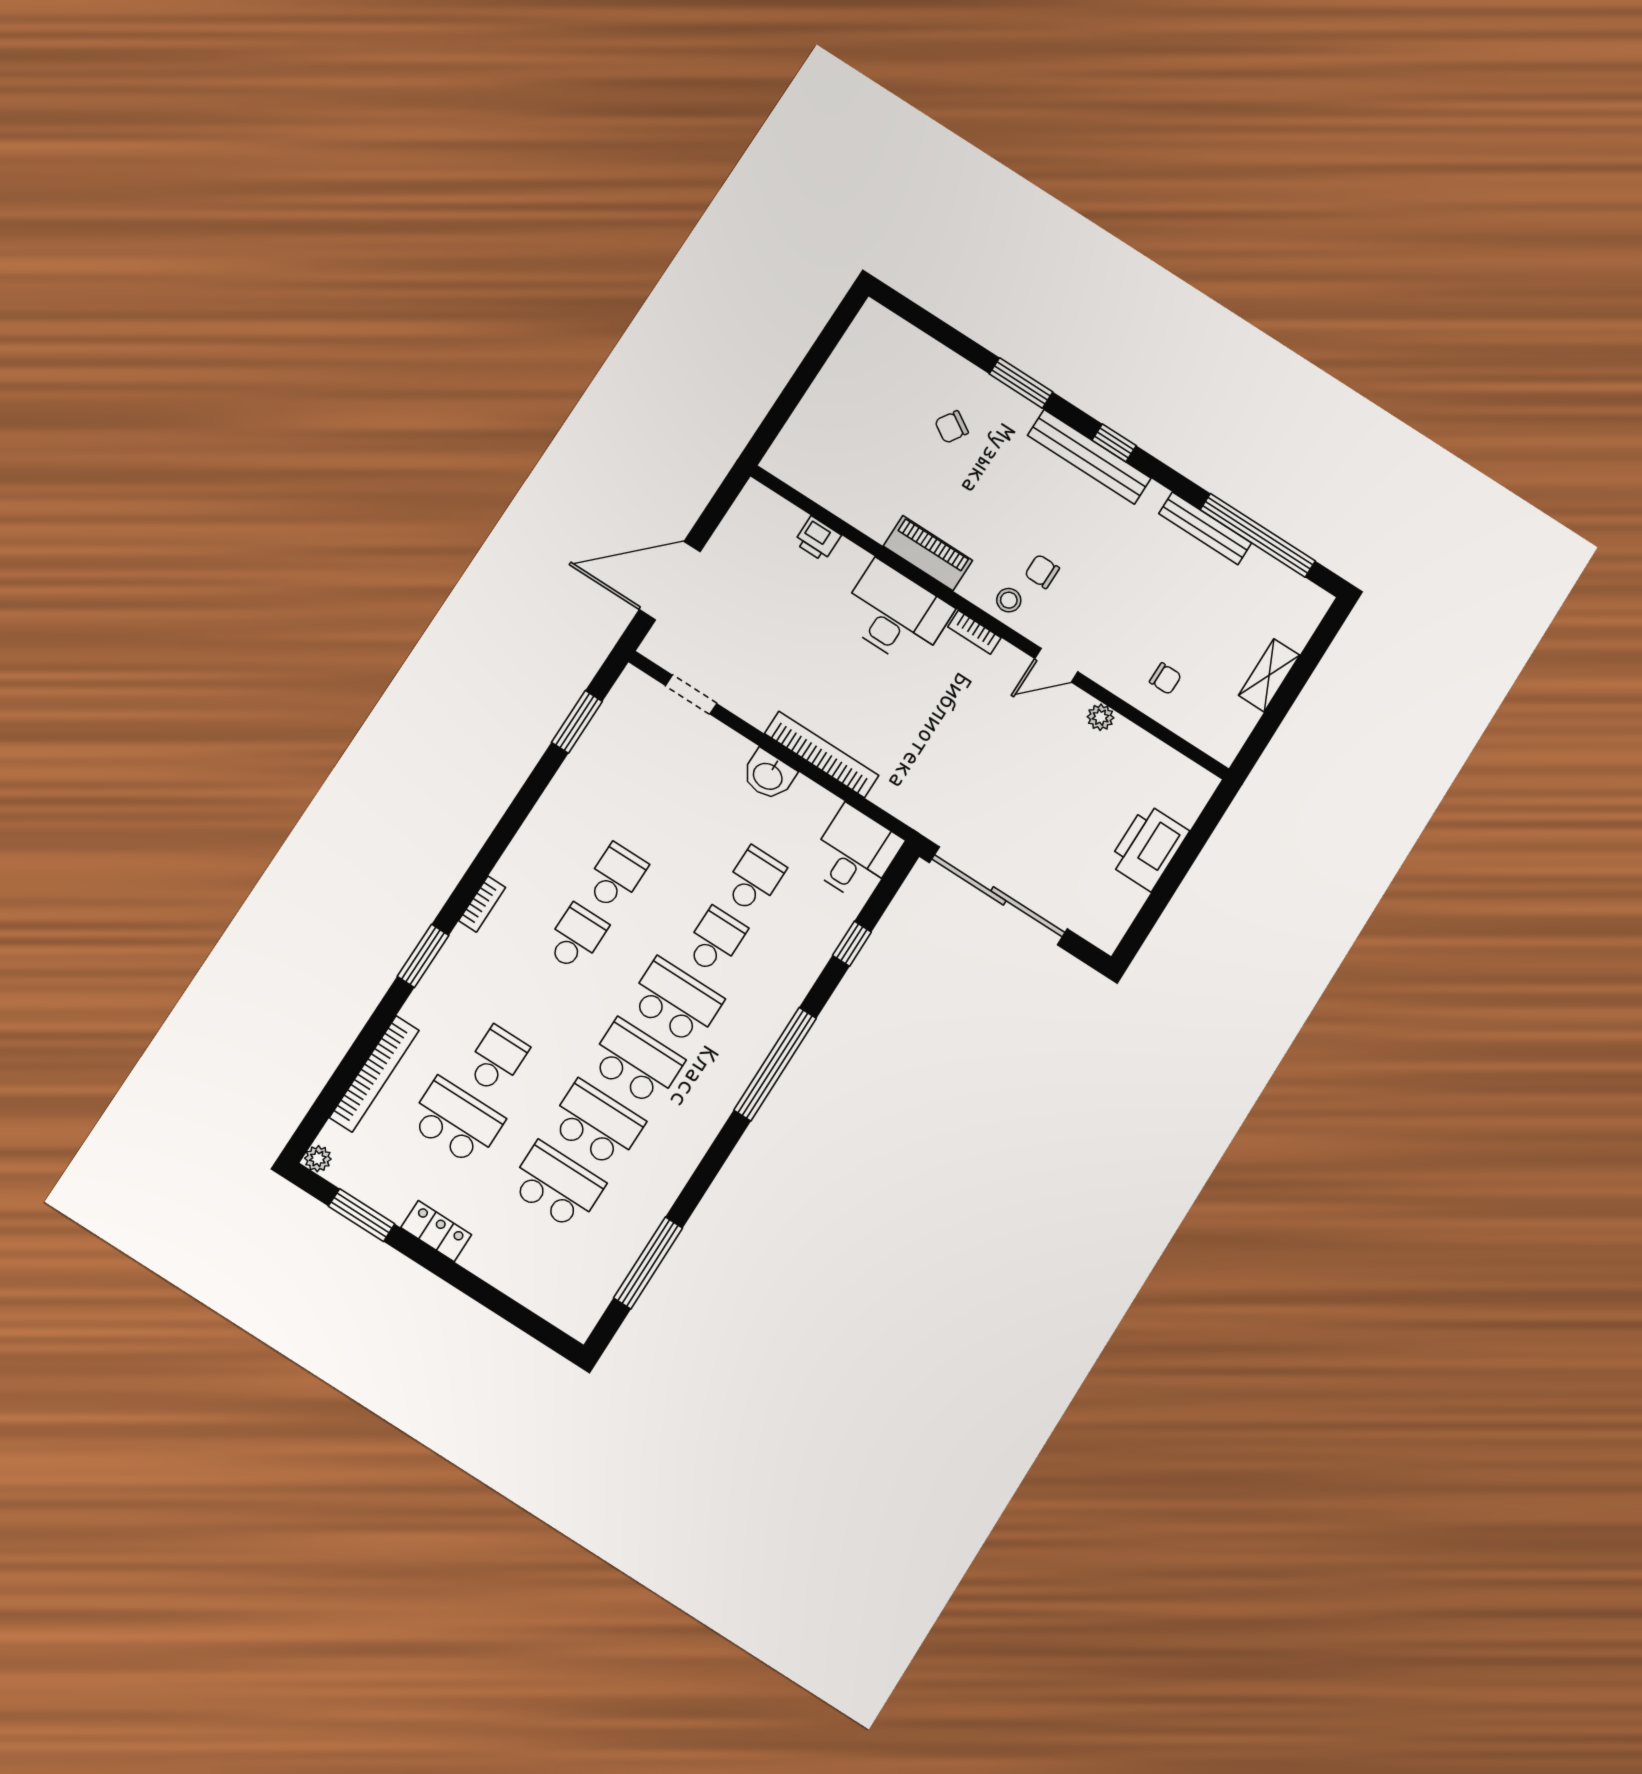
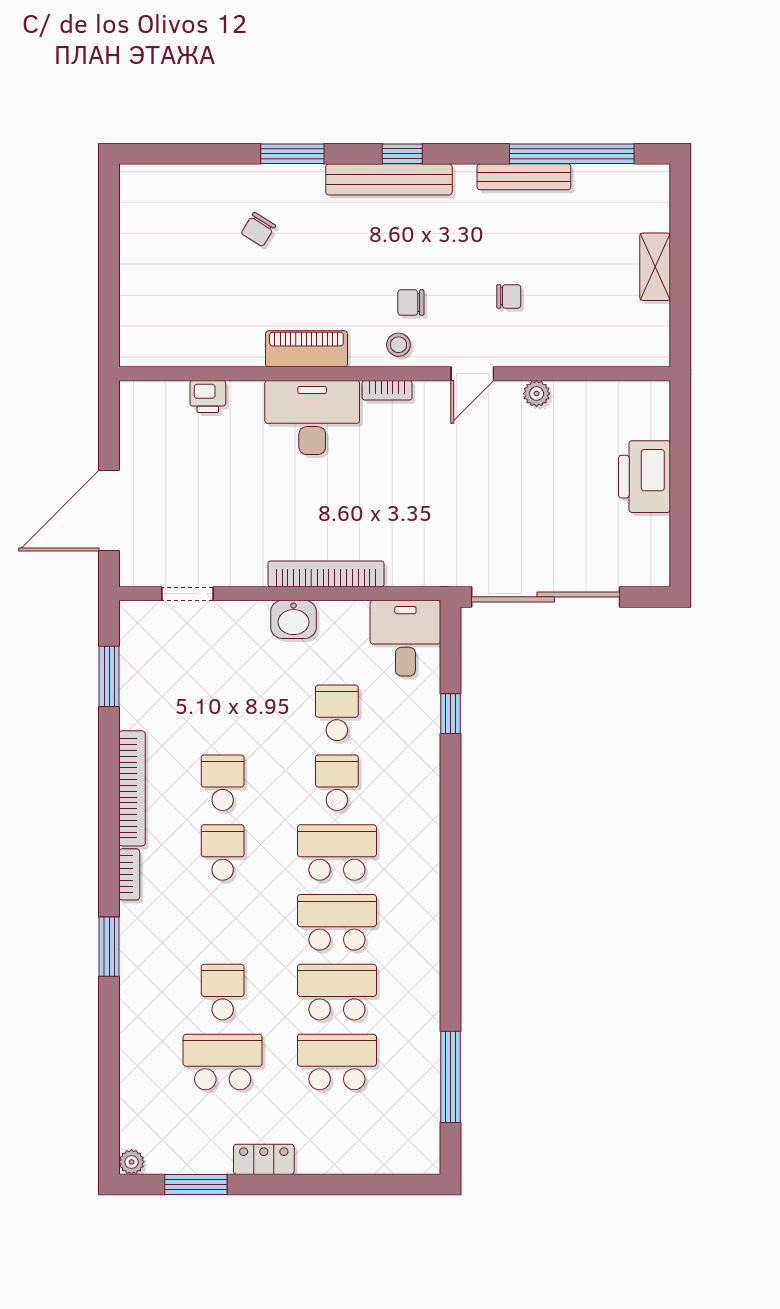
chair: (1165, 679) -> (509, 296), moved
window: (775, 1064) -> (450, 852), removed
bookcase: (374, 1074) -> (132, 788), moved

